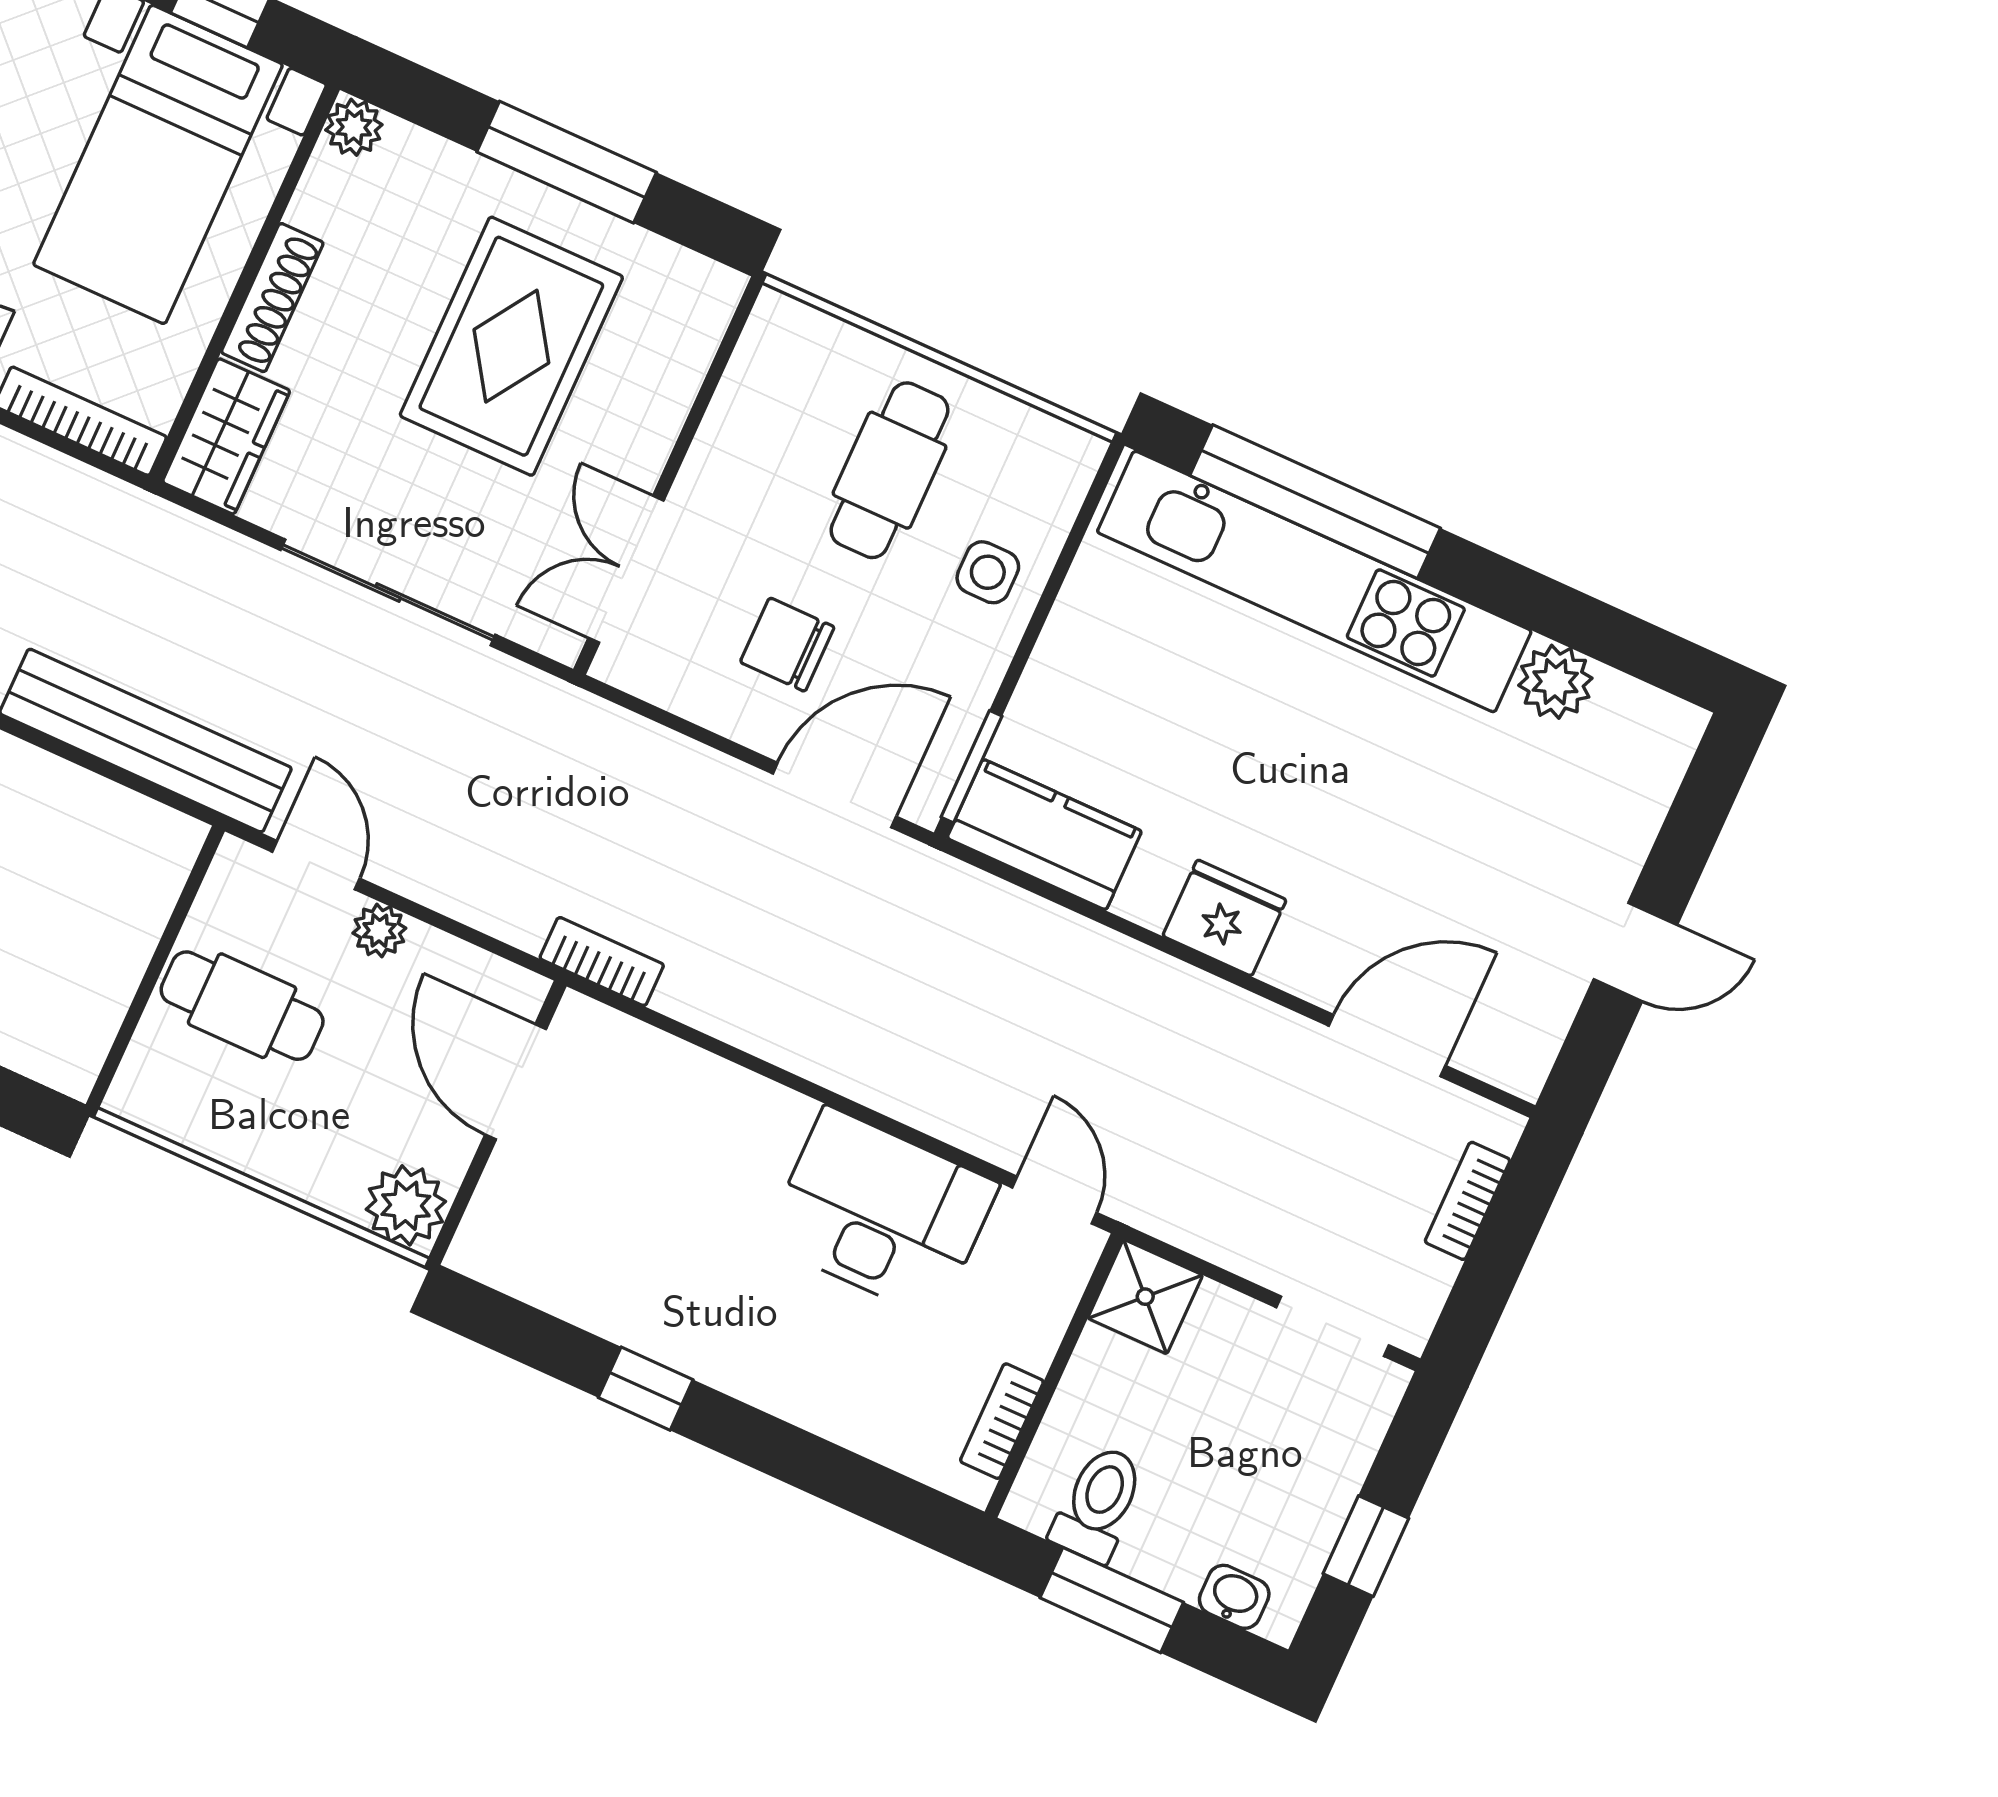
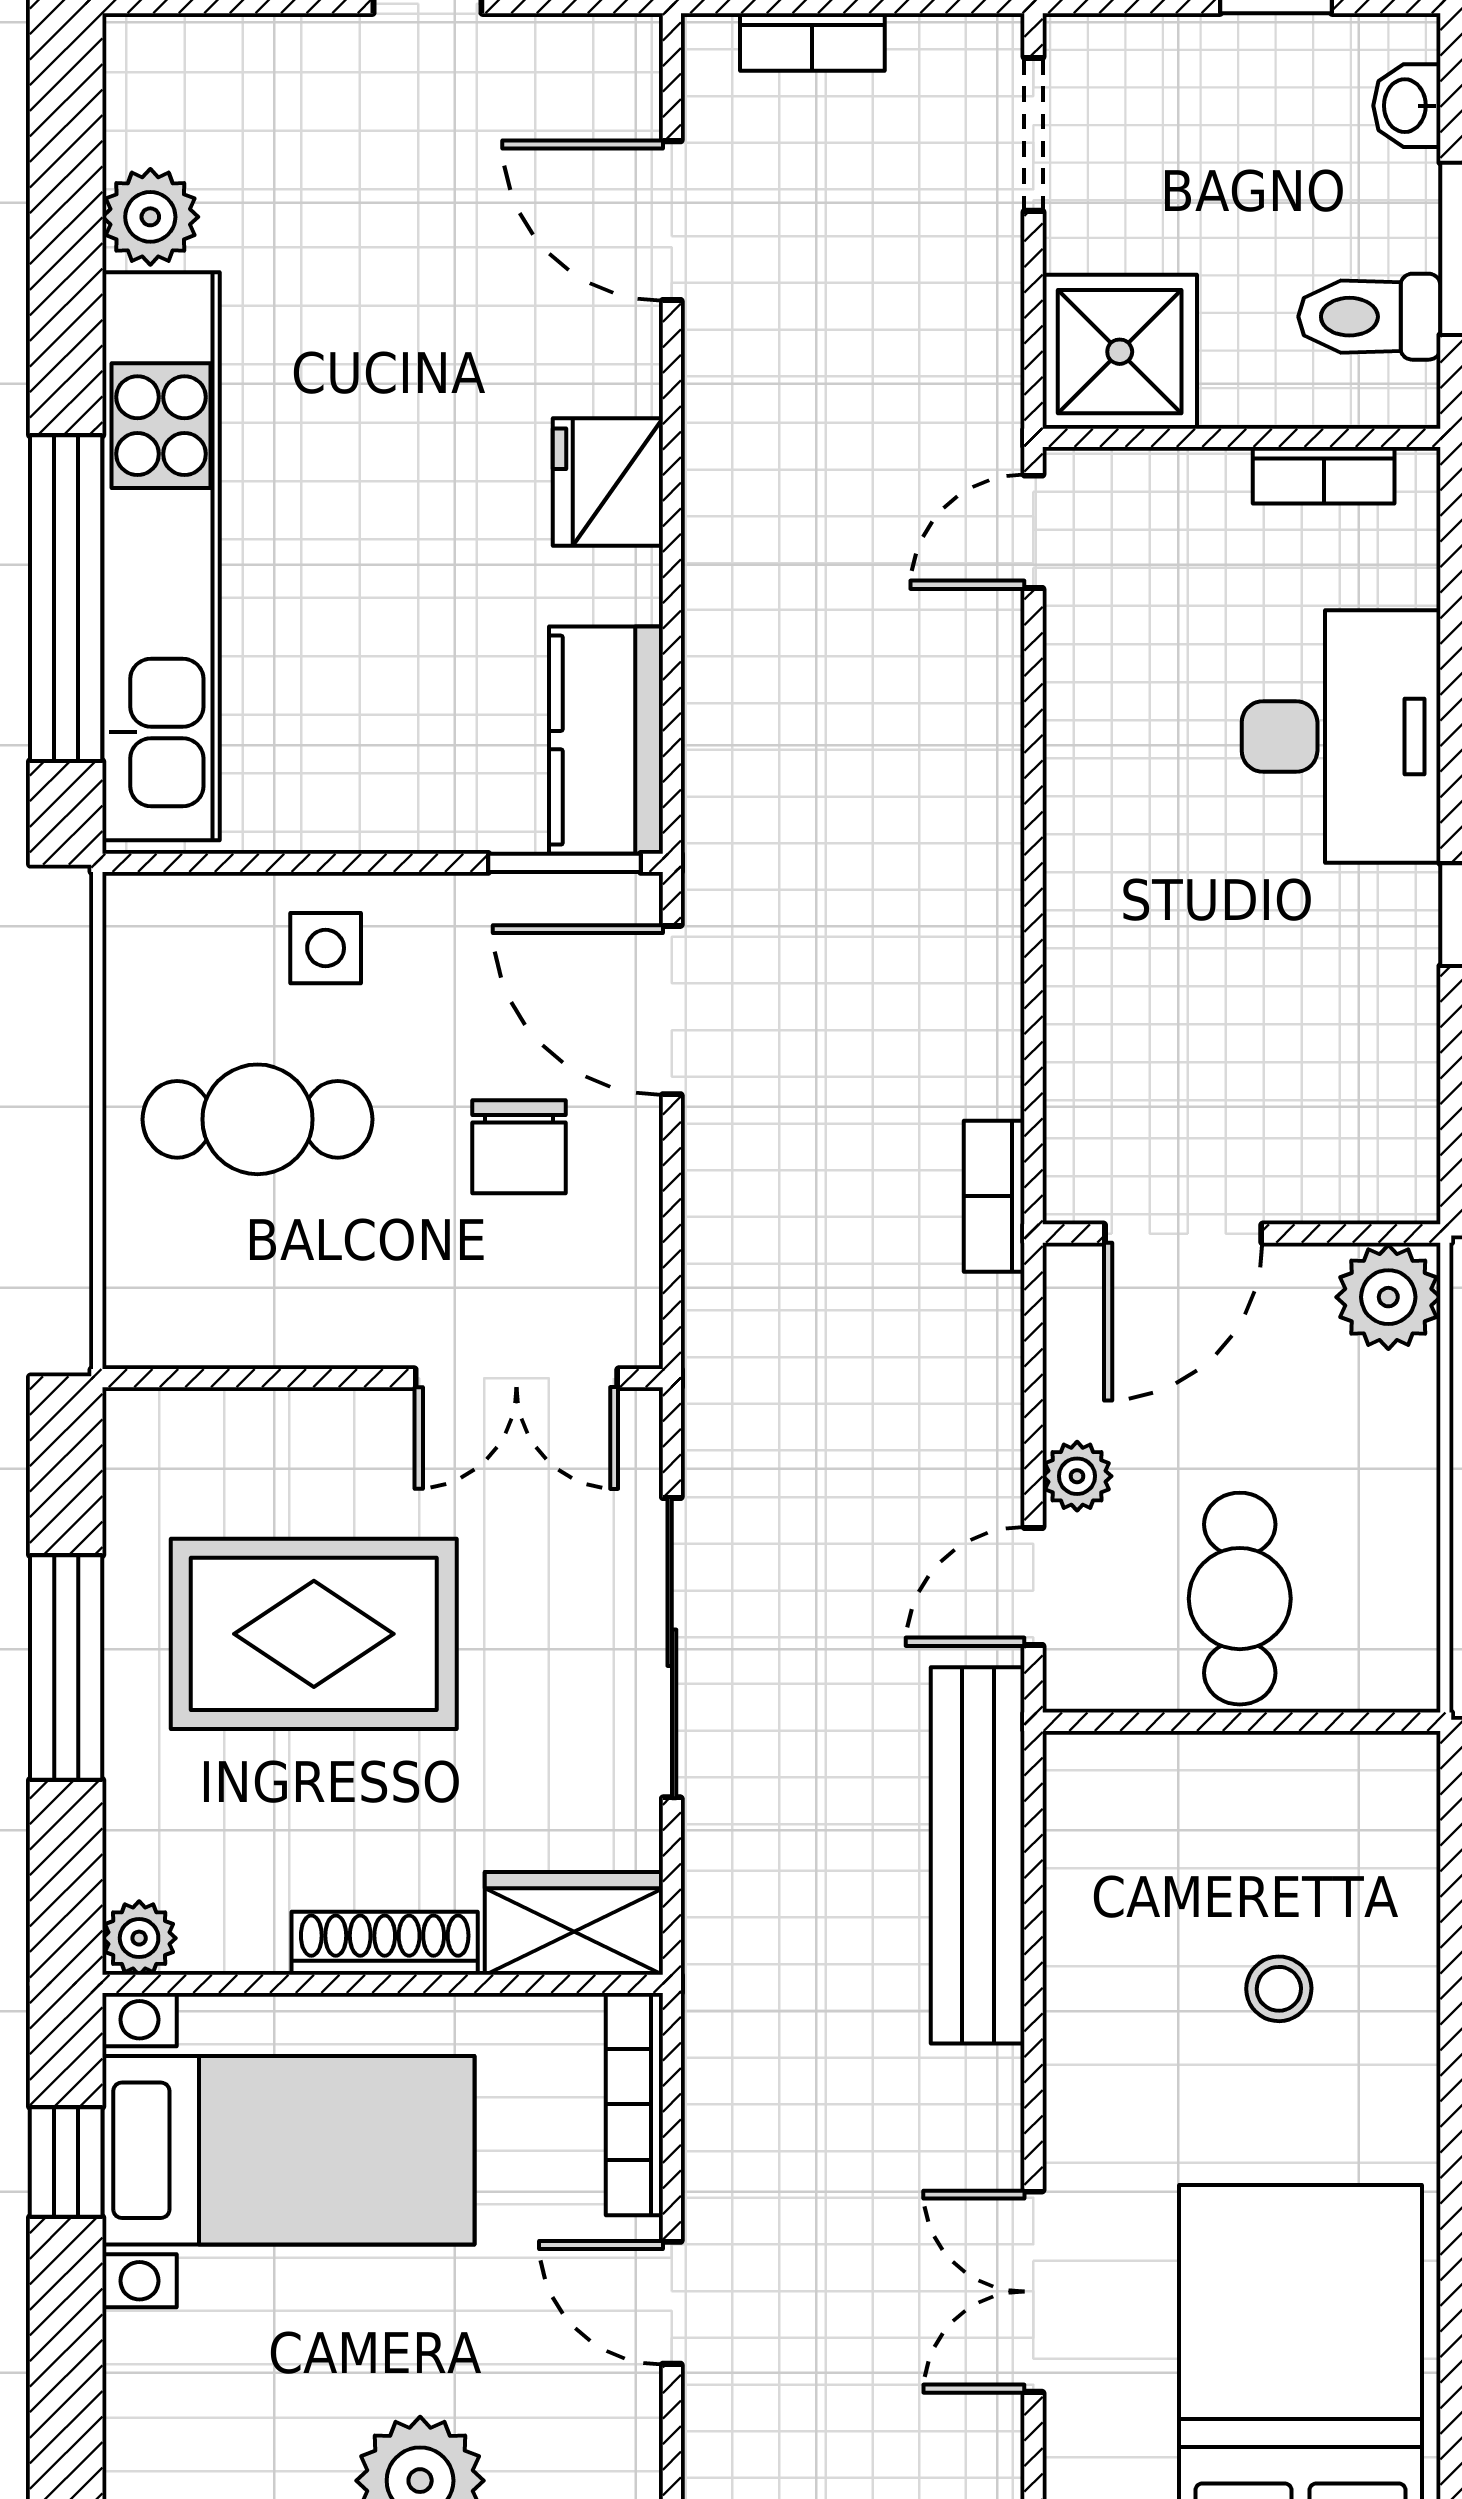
desk: (881, 1213) -> (1341, 736), moved, turned 180
shower: (1145, 1297) -> (1120, 352), width x1.36, depth x1.36

